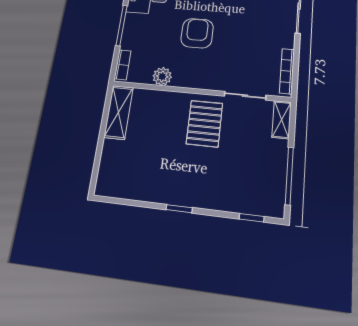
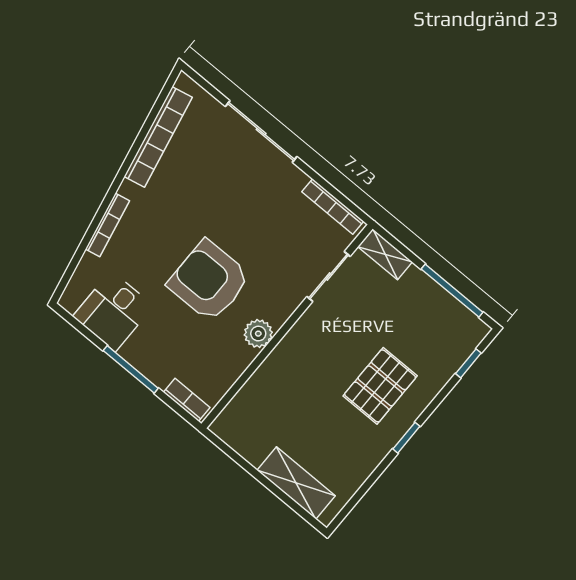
armchair: (197, 33) -> (209, 281), width x1.36, depth x1.36
plant: (162, 76) -> (258, 334), moved
shelving: (119, 112) -> (296, 483), moved
pallet: (204, 124) -> (380, 386), moved, turned 90

